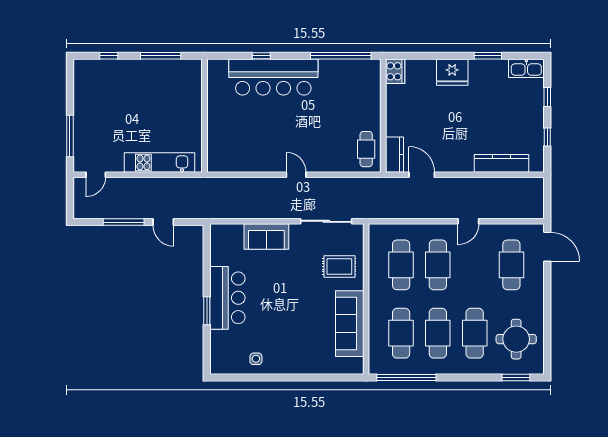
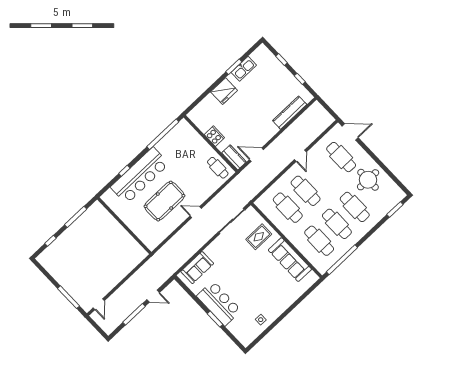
kitchen sink: (526, 68) -> (244, 69), moved
cooker: (395, 71) -> (214, 136), moved
pool table: (274, 130) -> (164, 201), added
kitchen unit: (160, 162) -> (124, 269), removed
sofa: (266, 236) -> (197, 268), moved
round table: (516, 339) -> (368, 180), moved

